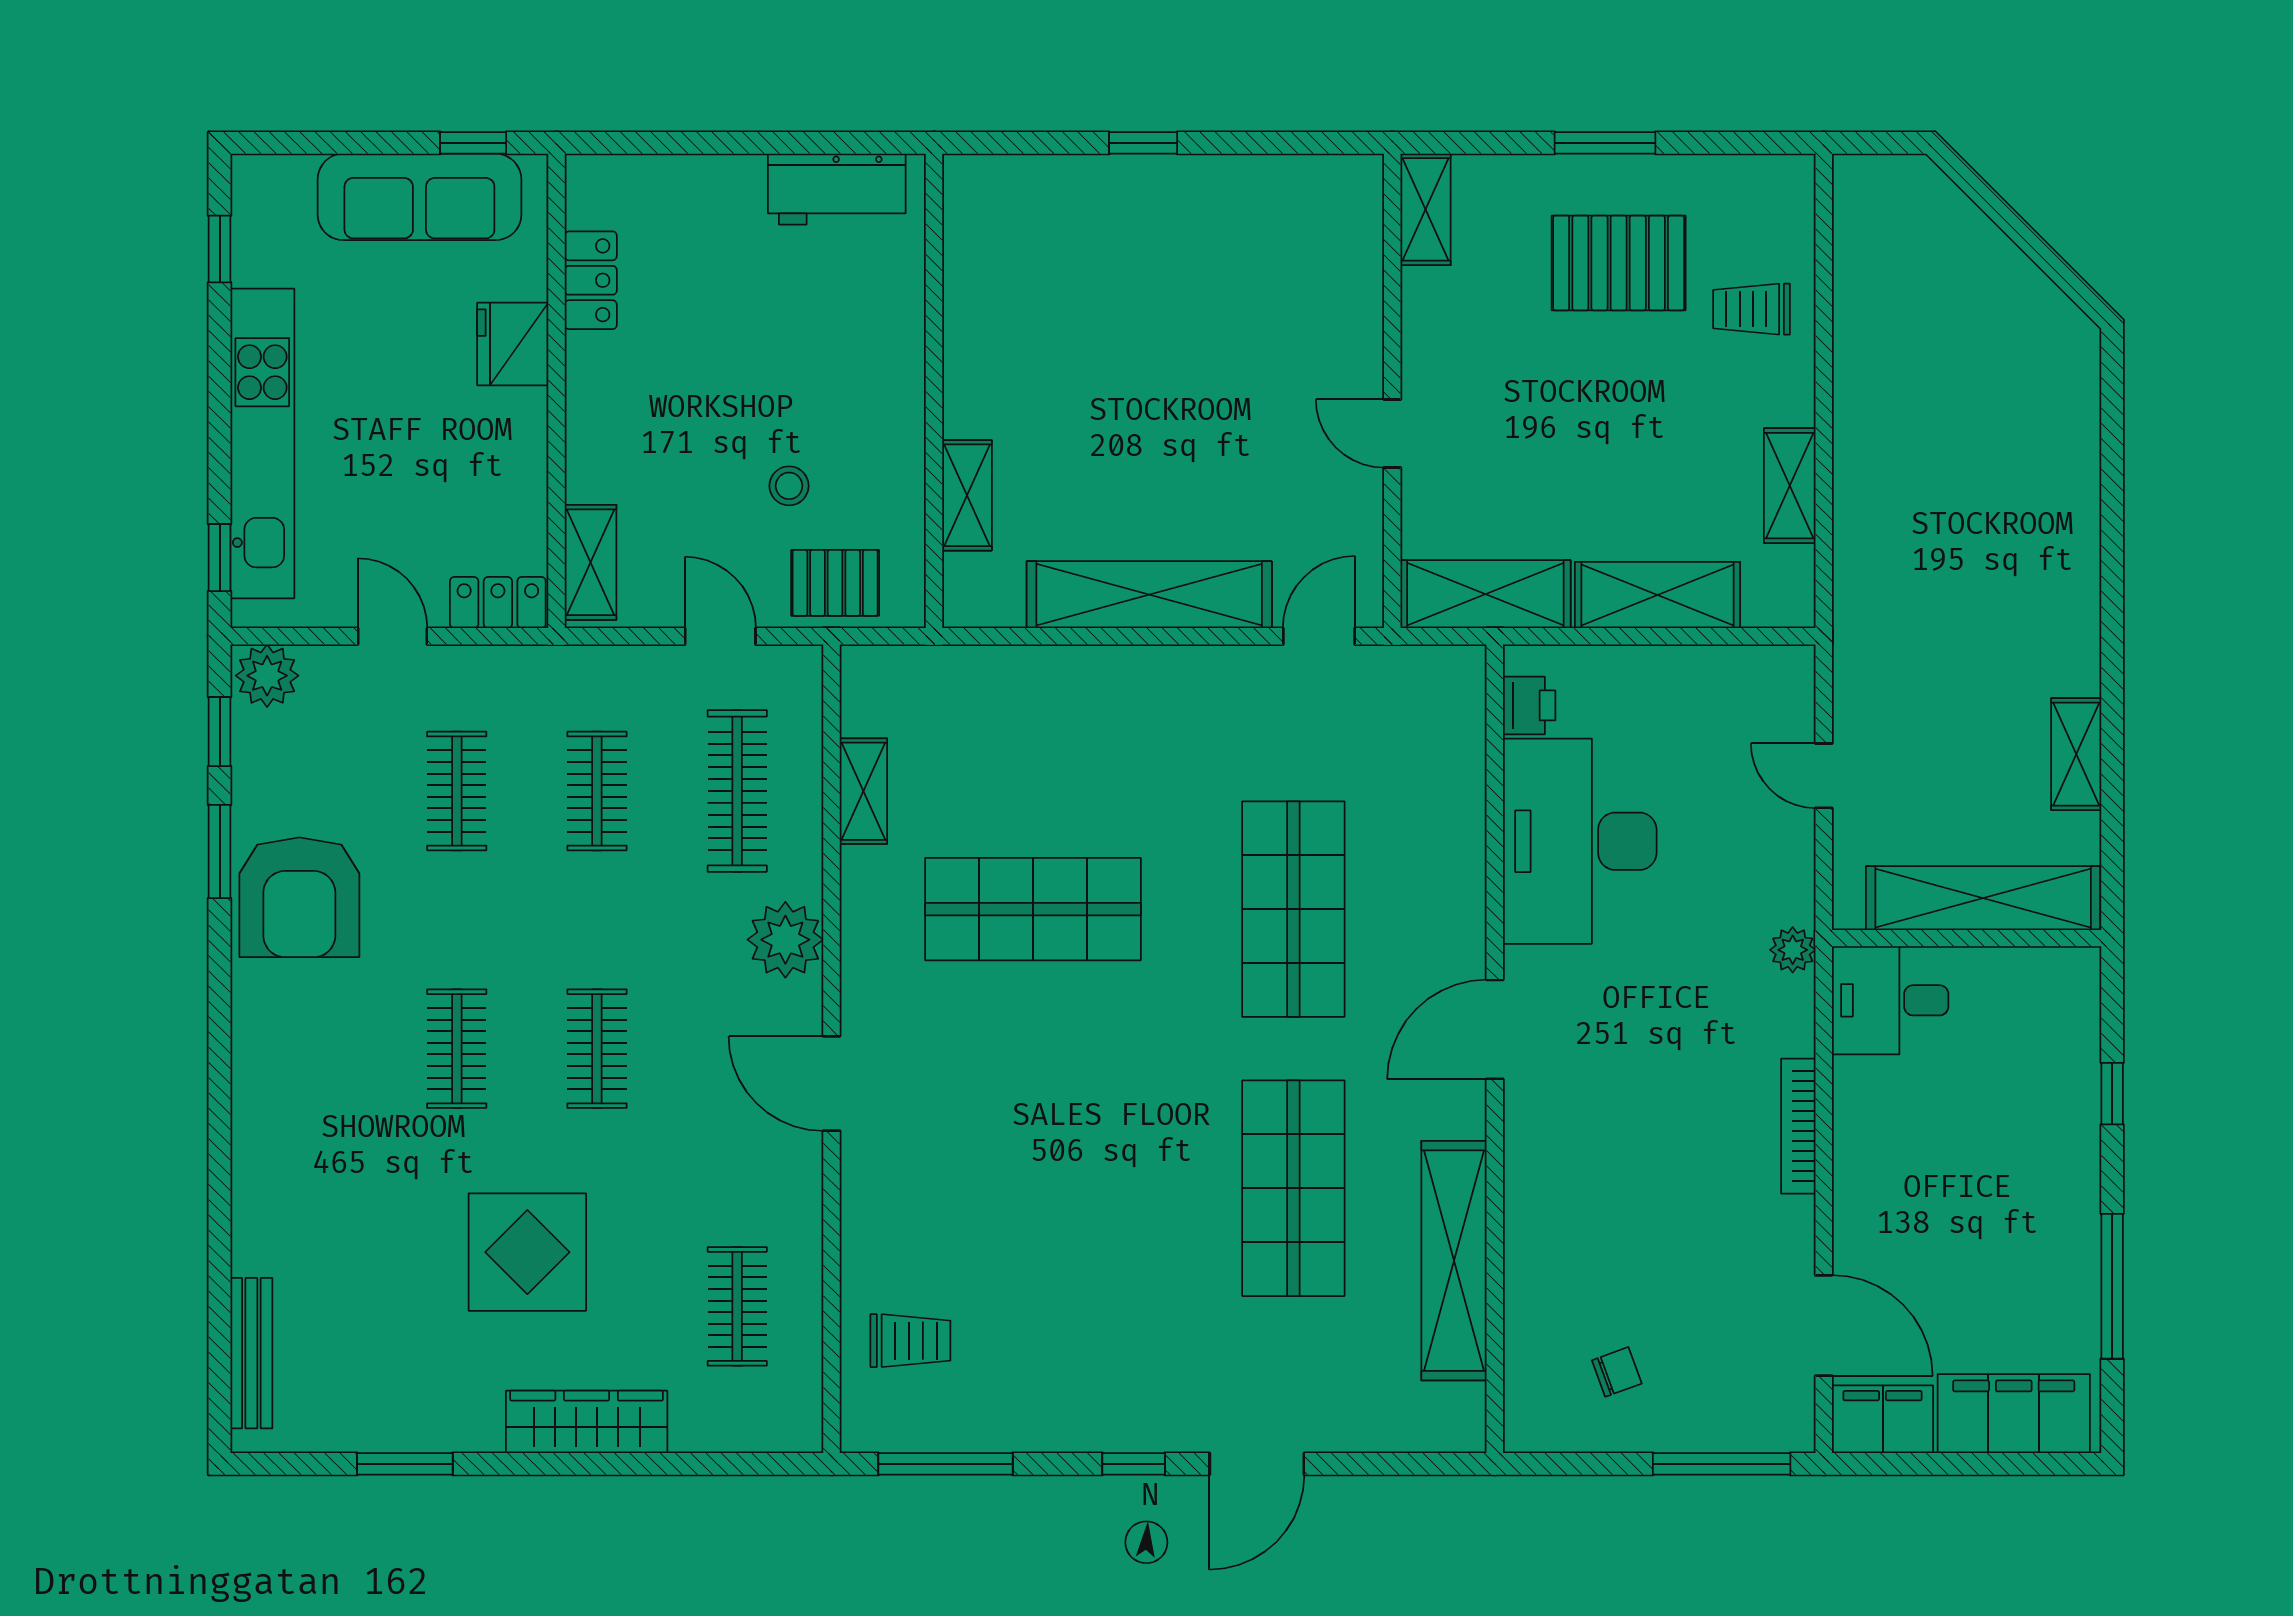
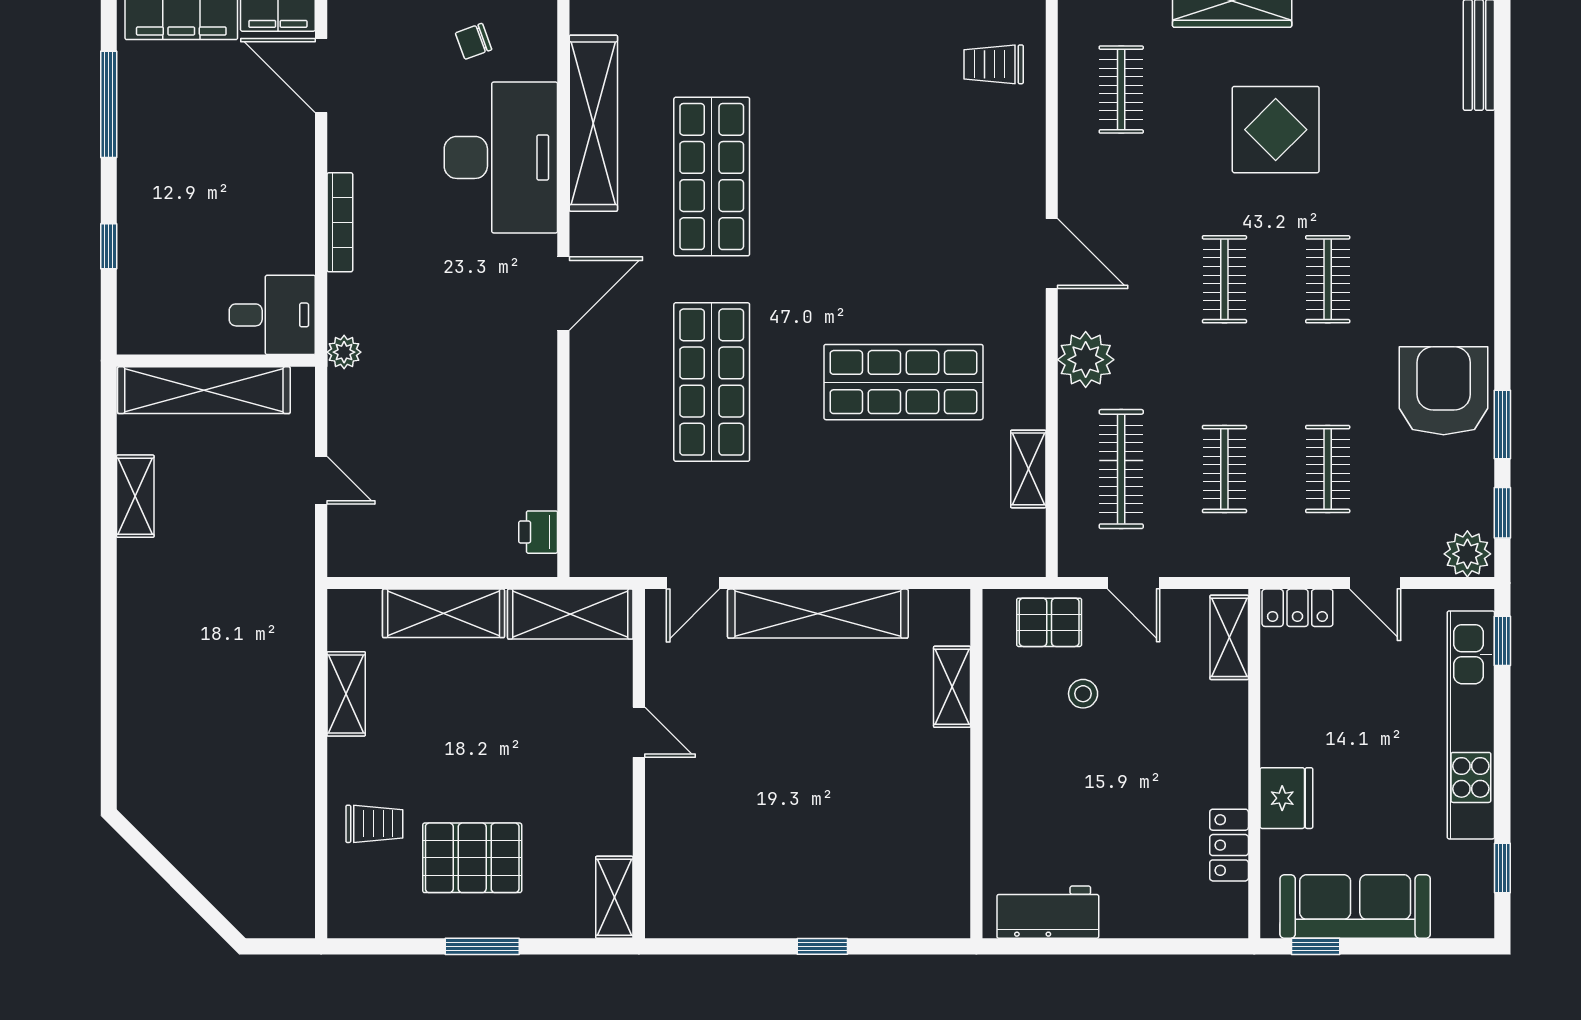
desk: (1580, 841) -> (501, 157), moved

